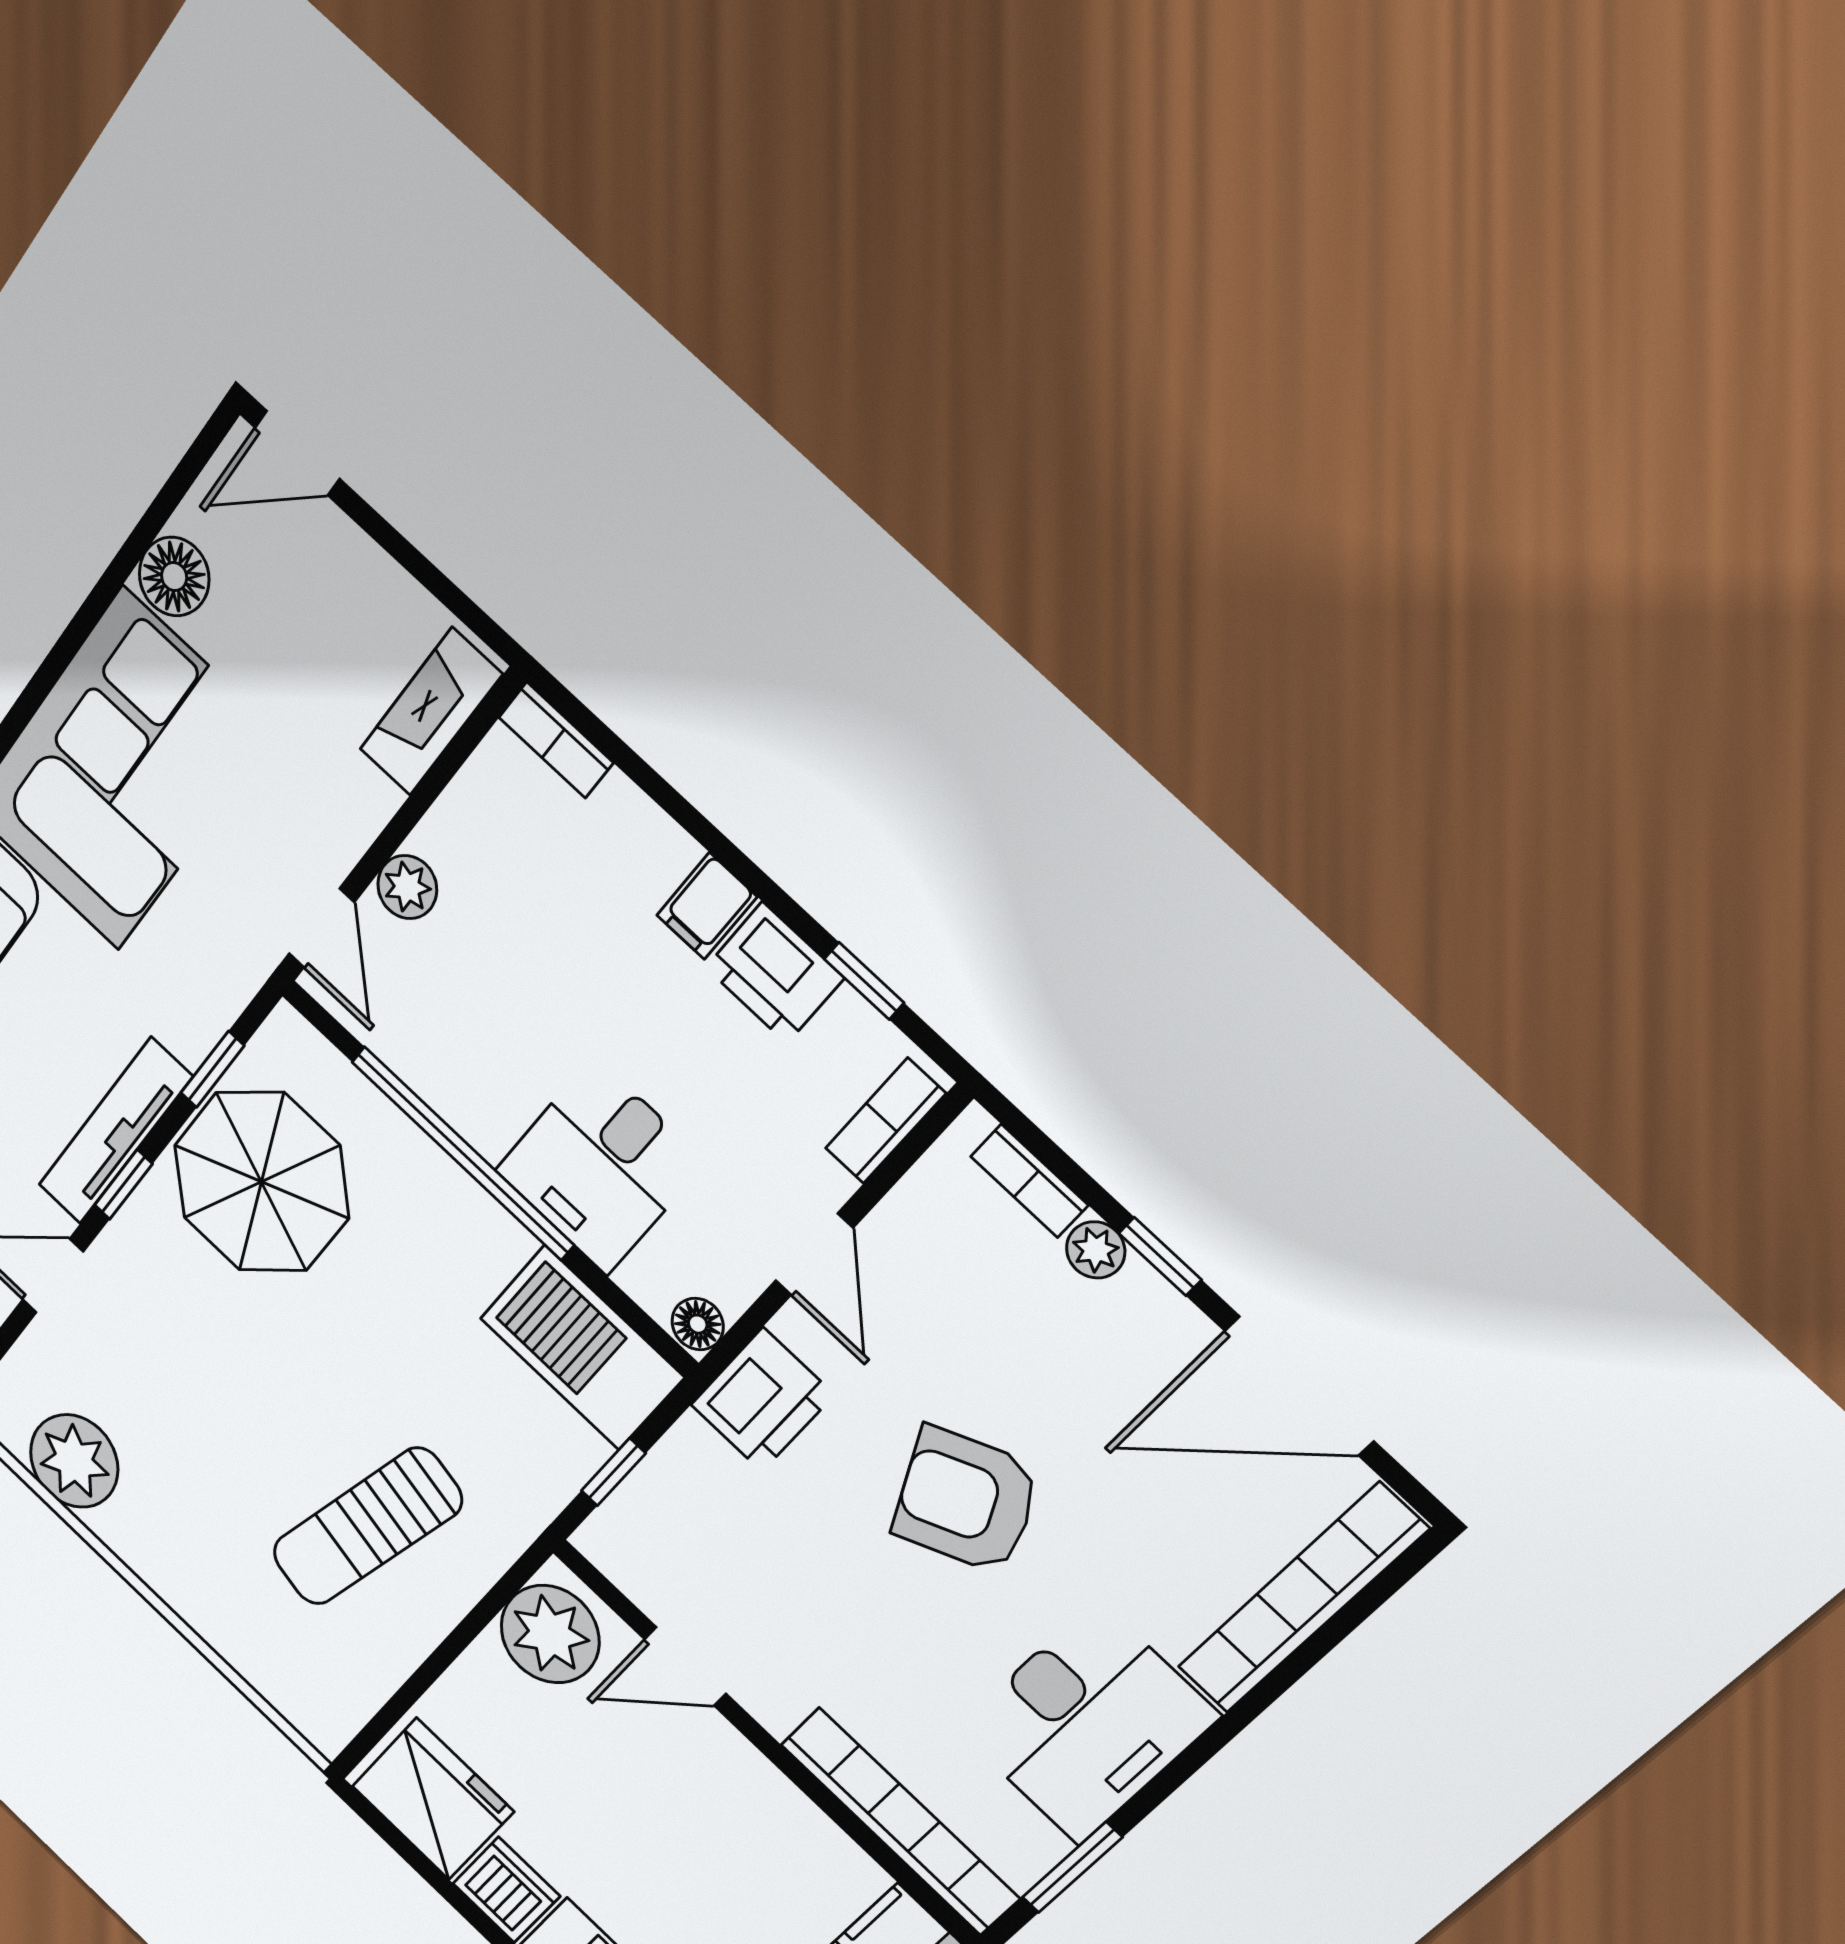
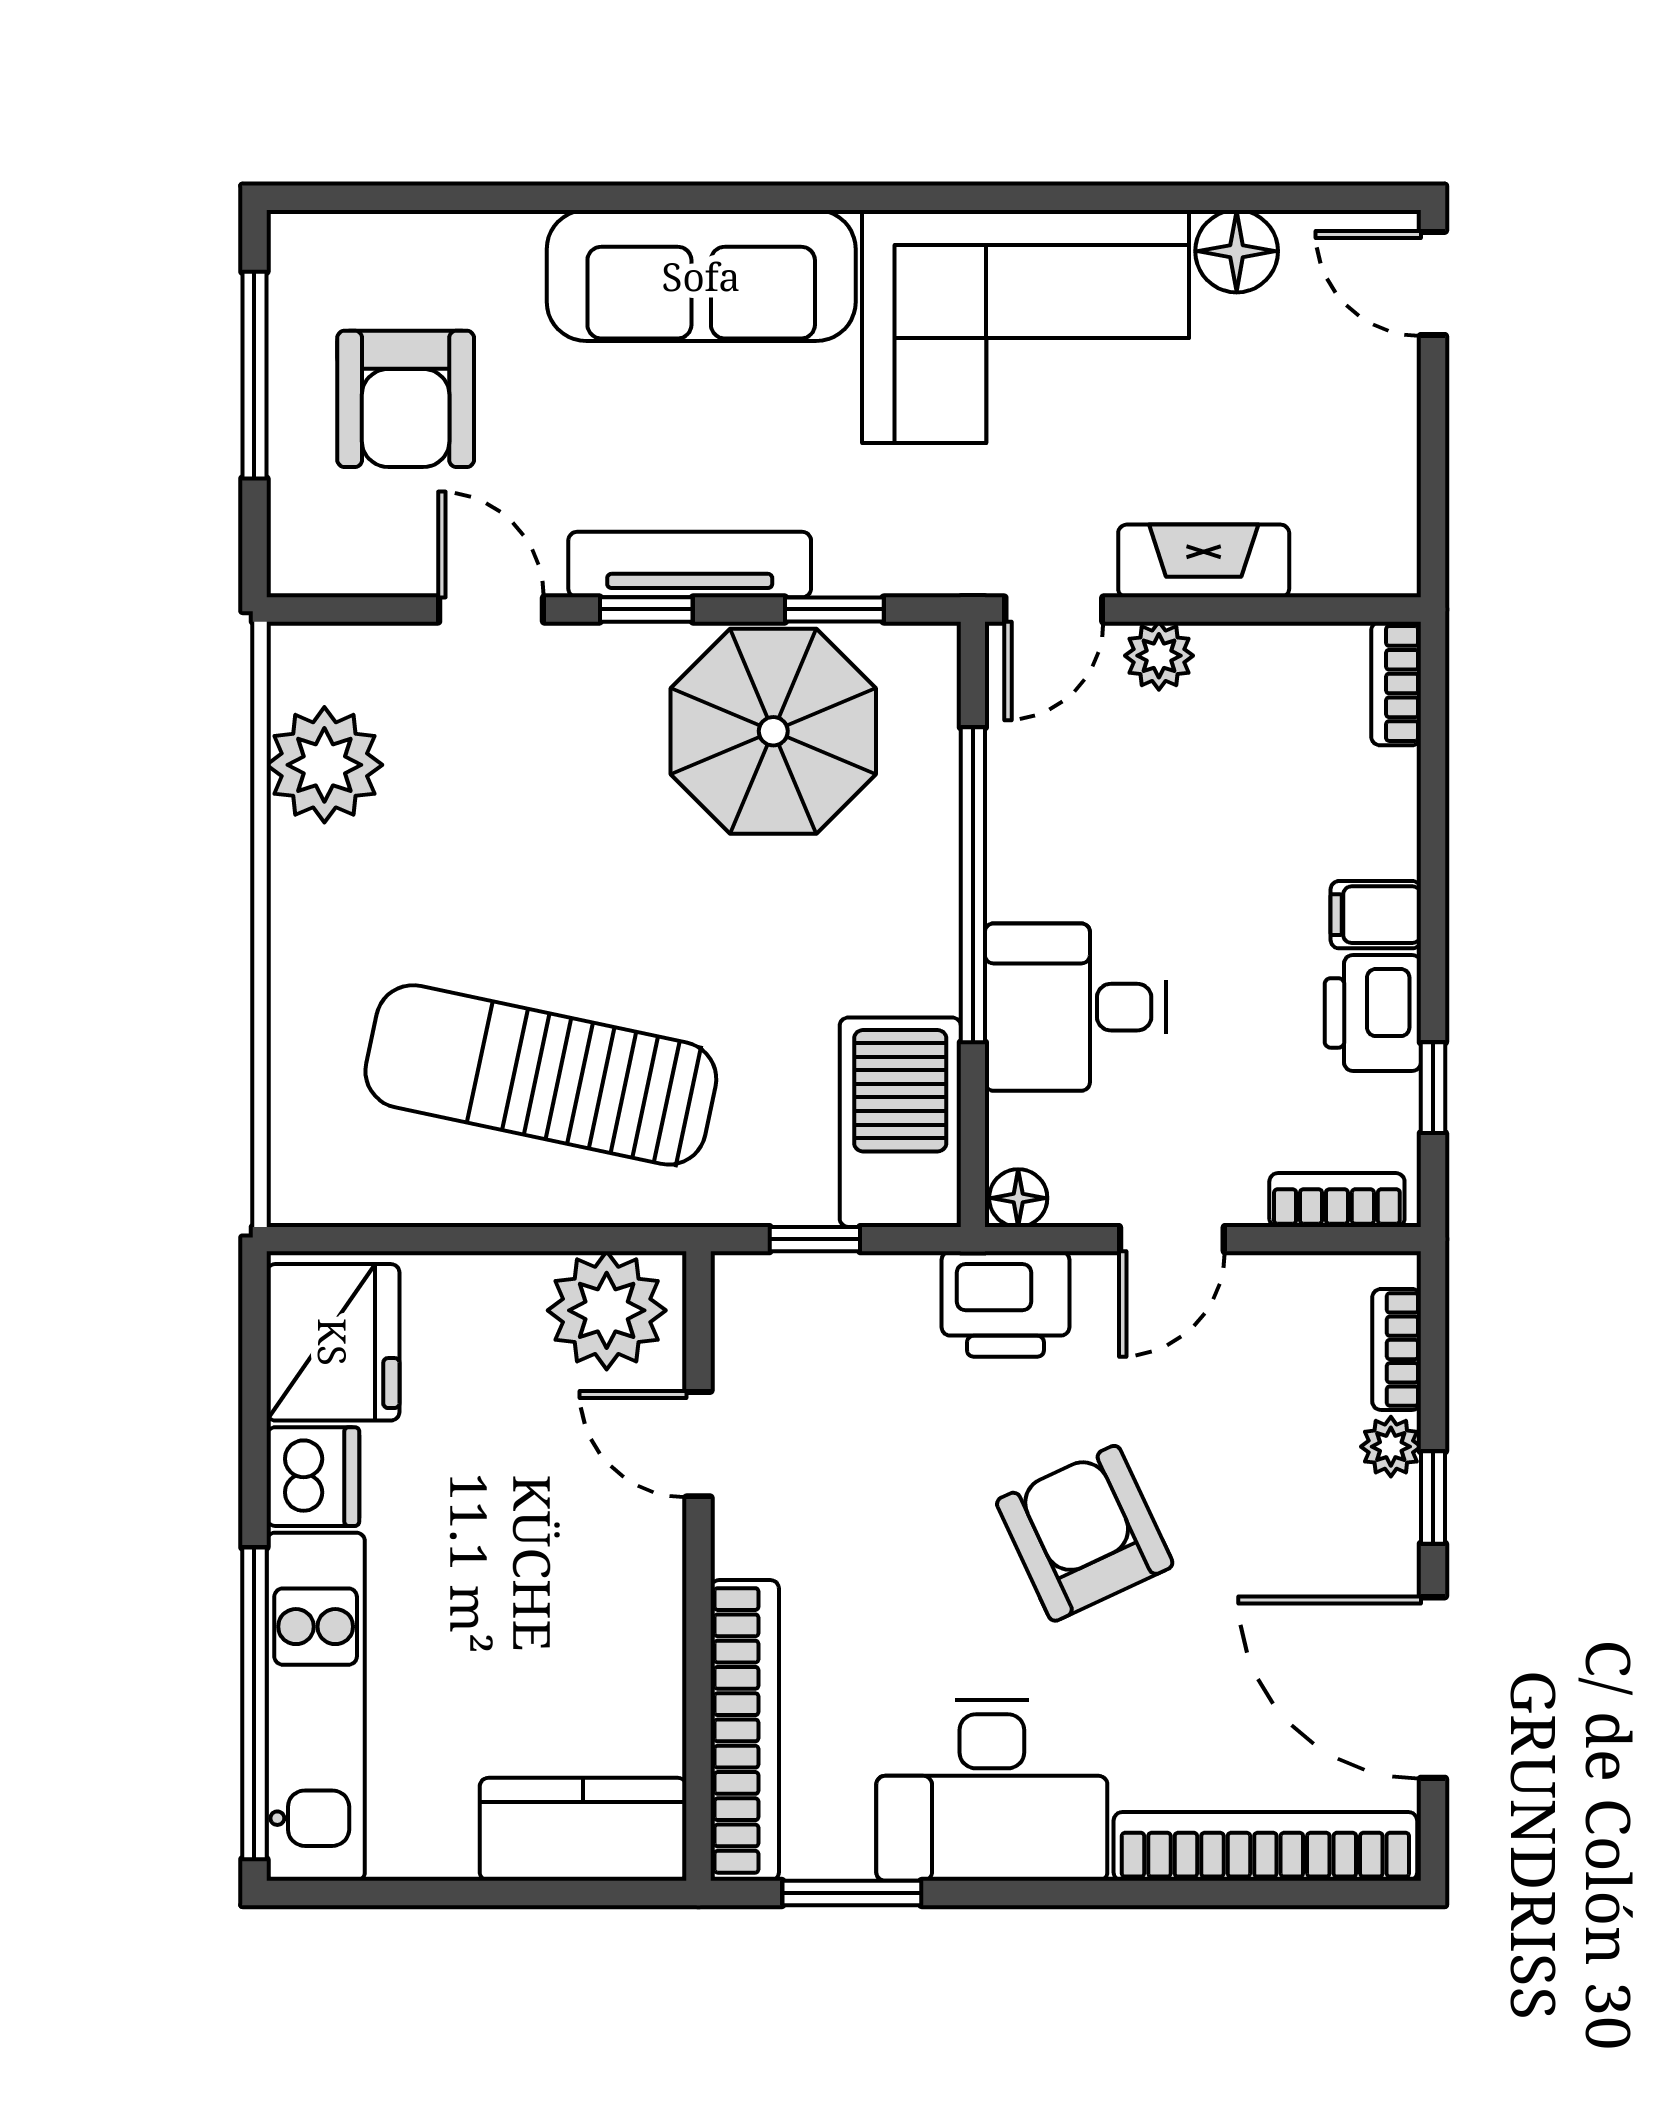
fireplace: (431, 712) -> (1204, 561), moved
sun lounger: (367, 1527) -> (541, 1075), width x1.36, depth x1.34

